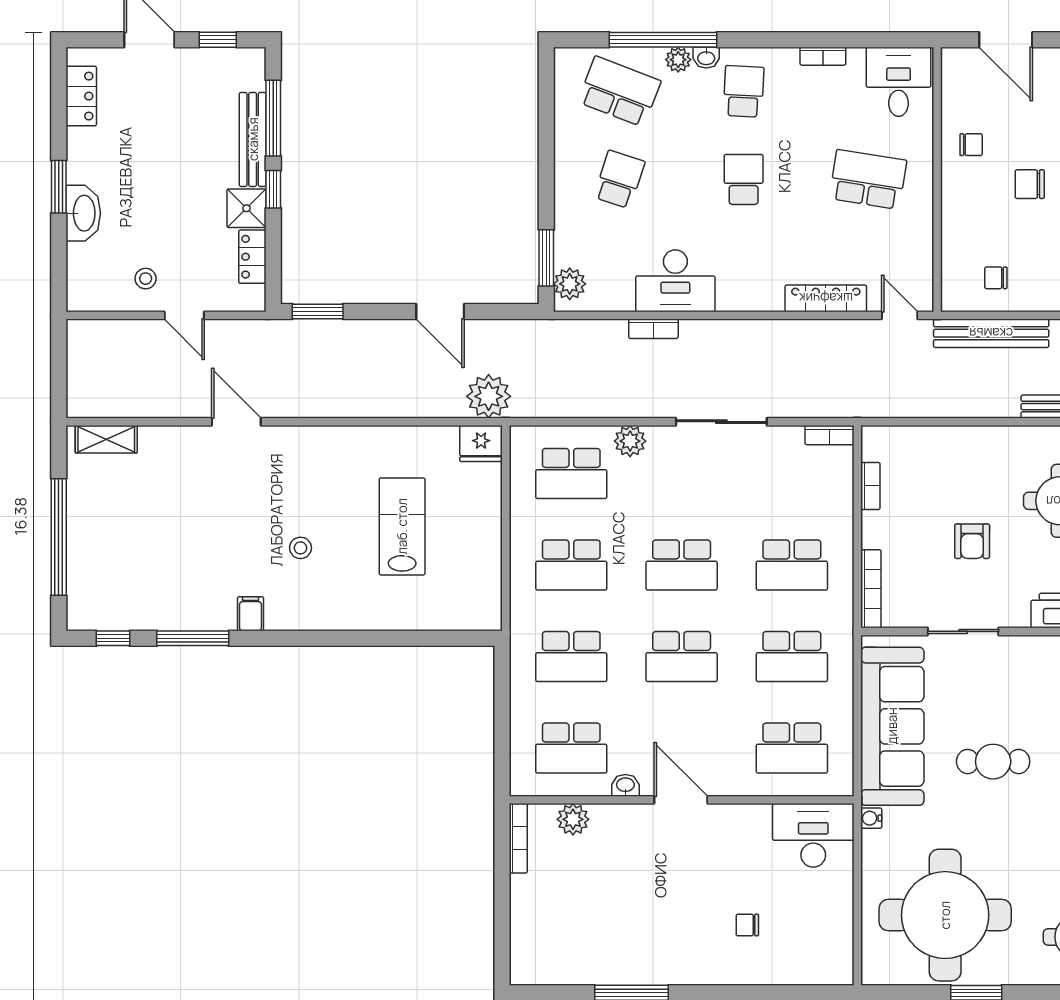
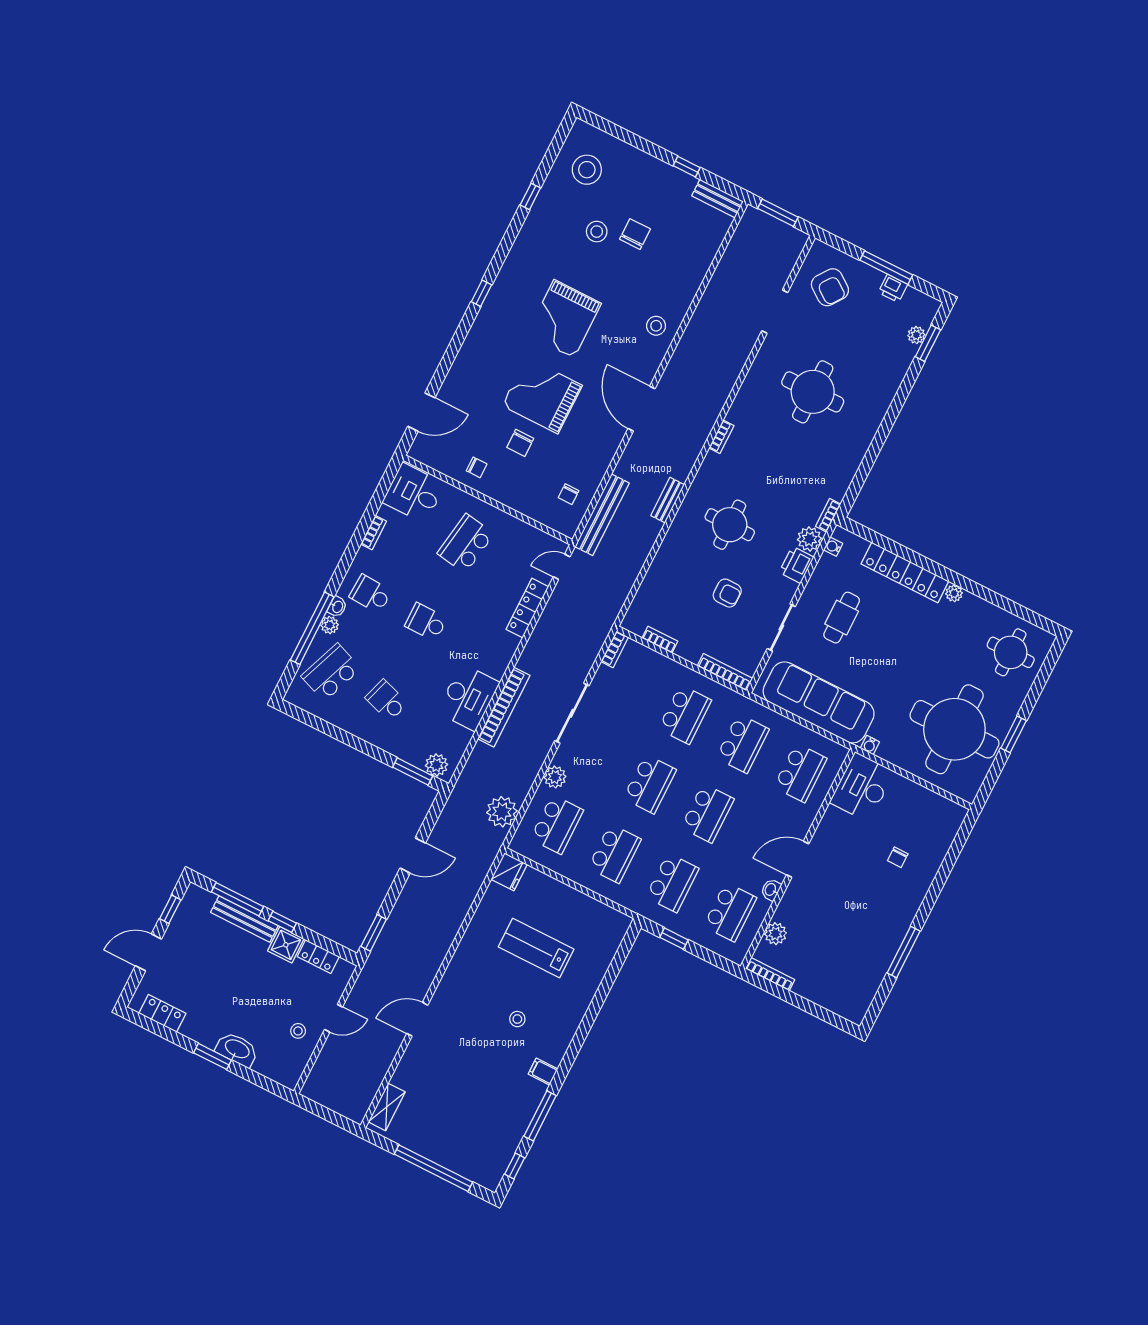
chair: (971, 145) -> (477, 467), turned 90
bookcase: (653, 329) -> (504, 707), width x2.31, depth x1.31
plant: (489, 396) -> (502, 812), moved
window: (502, 694) -> (674, 939), added
cafe table: (993, 762) -> (842, 618), moved

